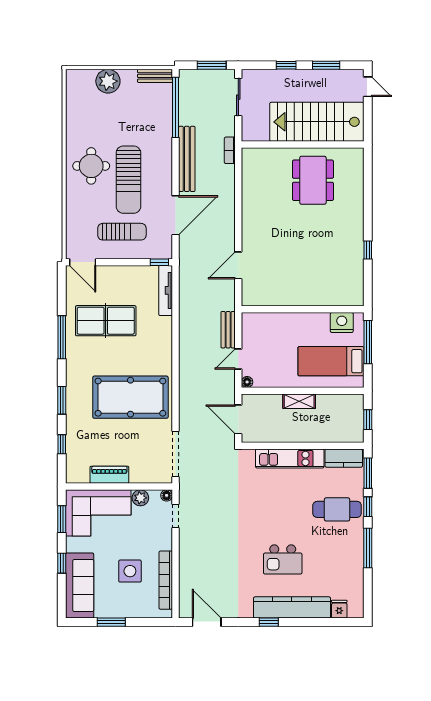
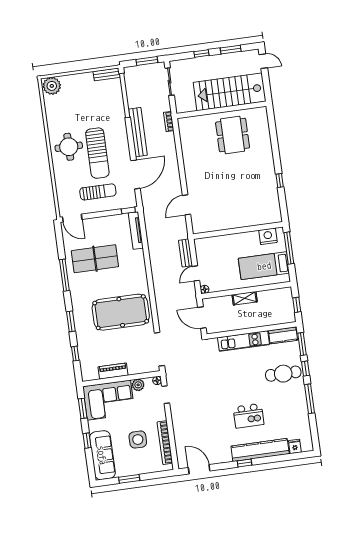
plant: (108, 81) -> (52, 86), moved

